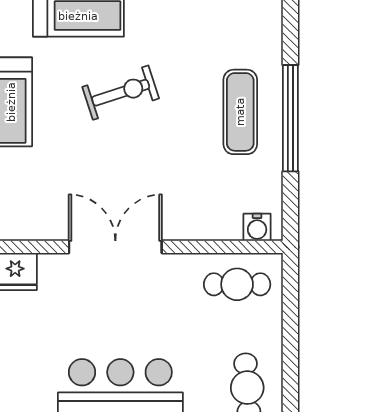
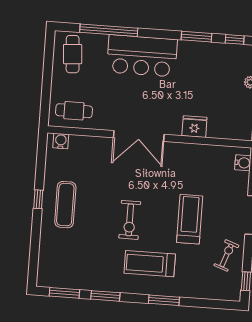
exercise bike: (121, 93) -> (130, 220), turned -72
window: (290, 118) -> (38, 199), width x0.32

